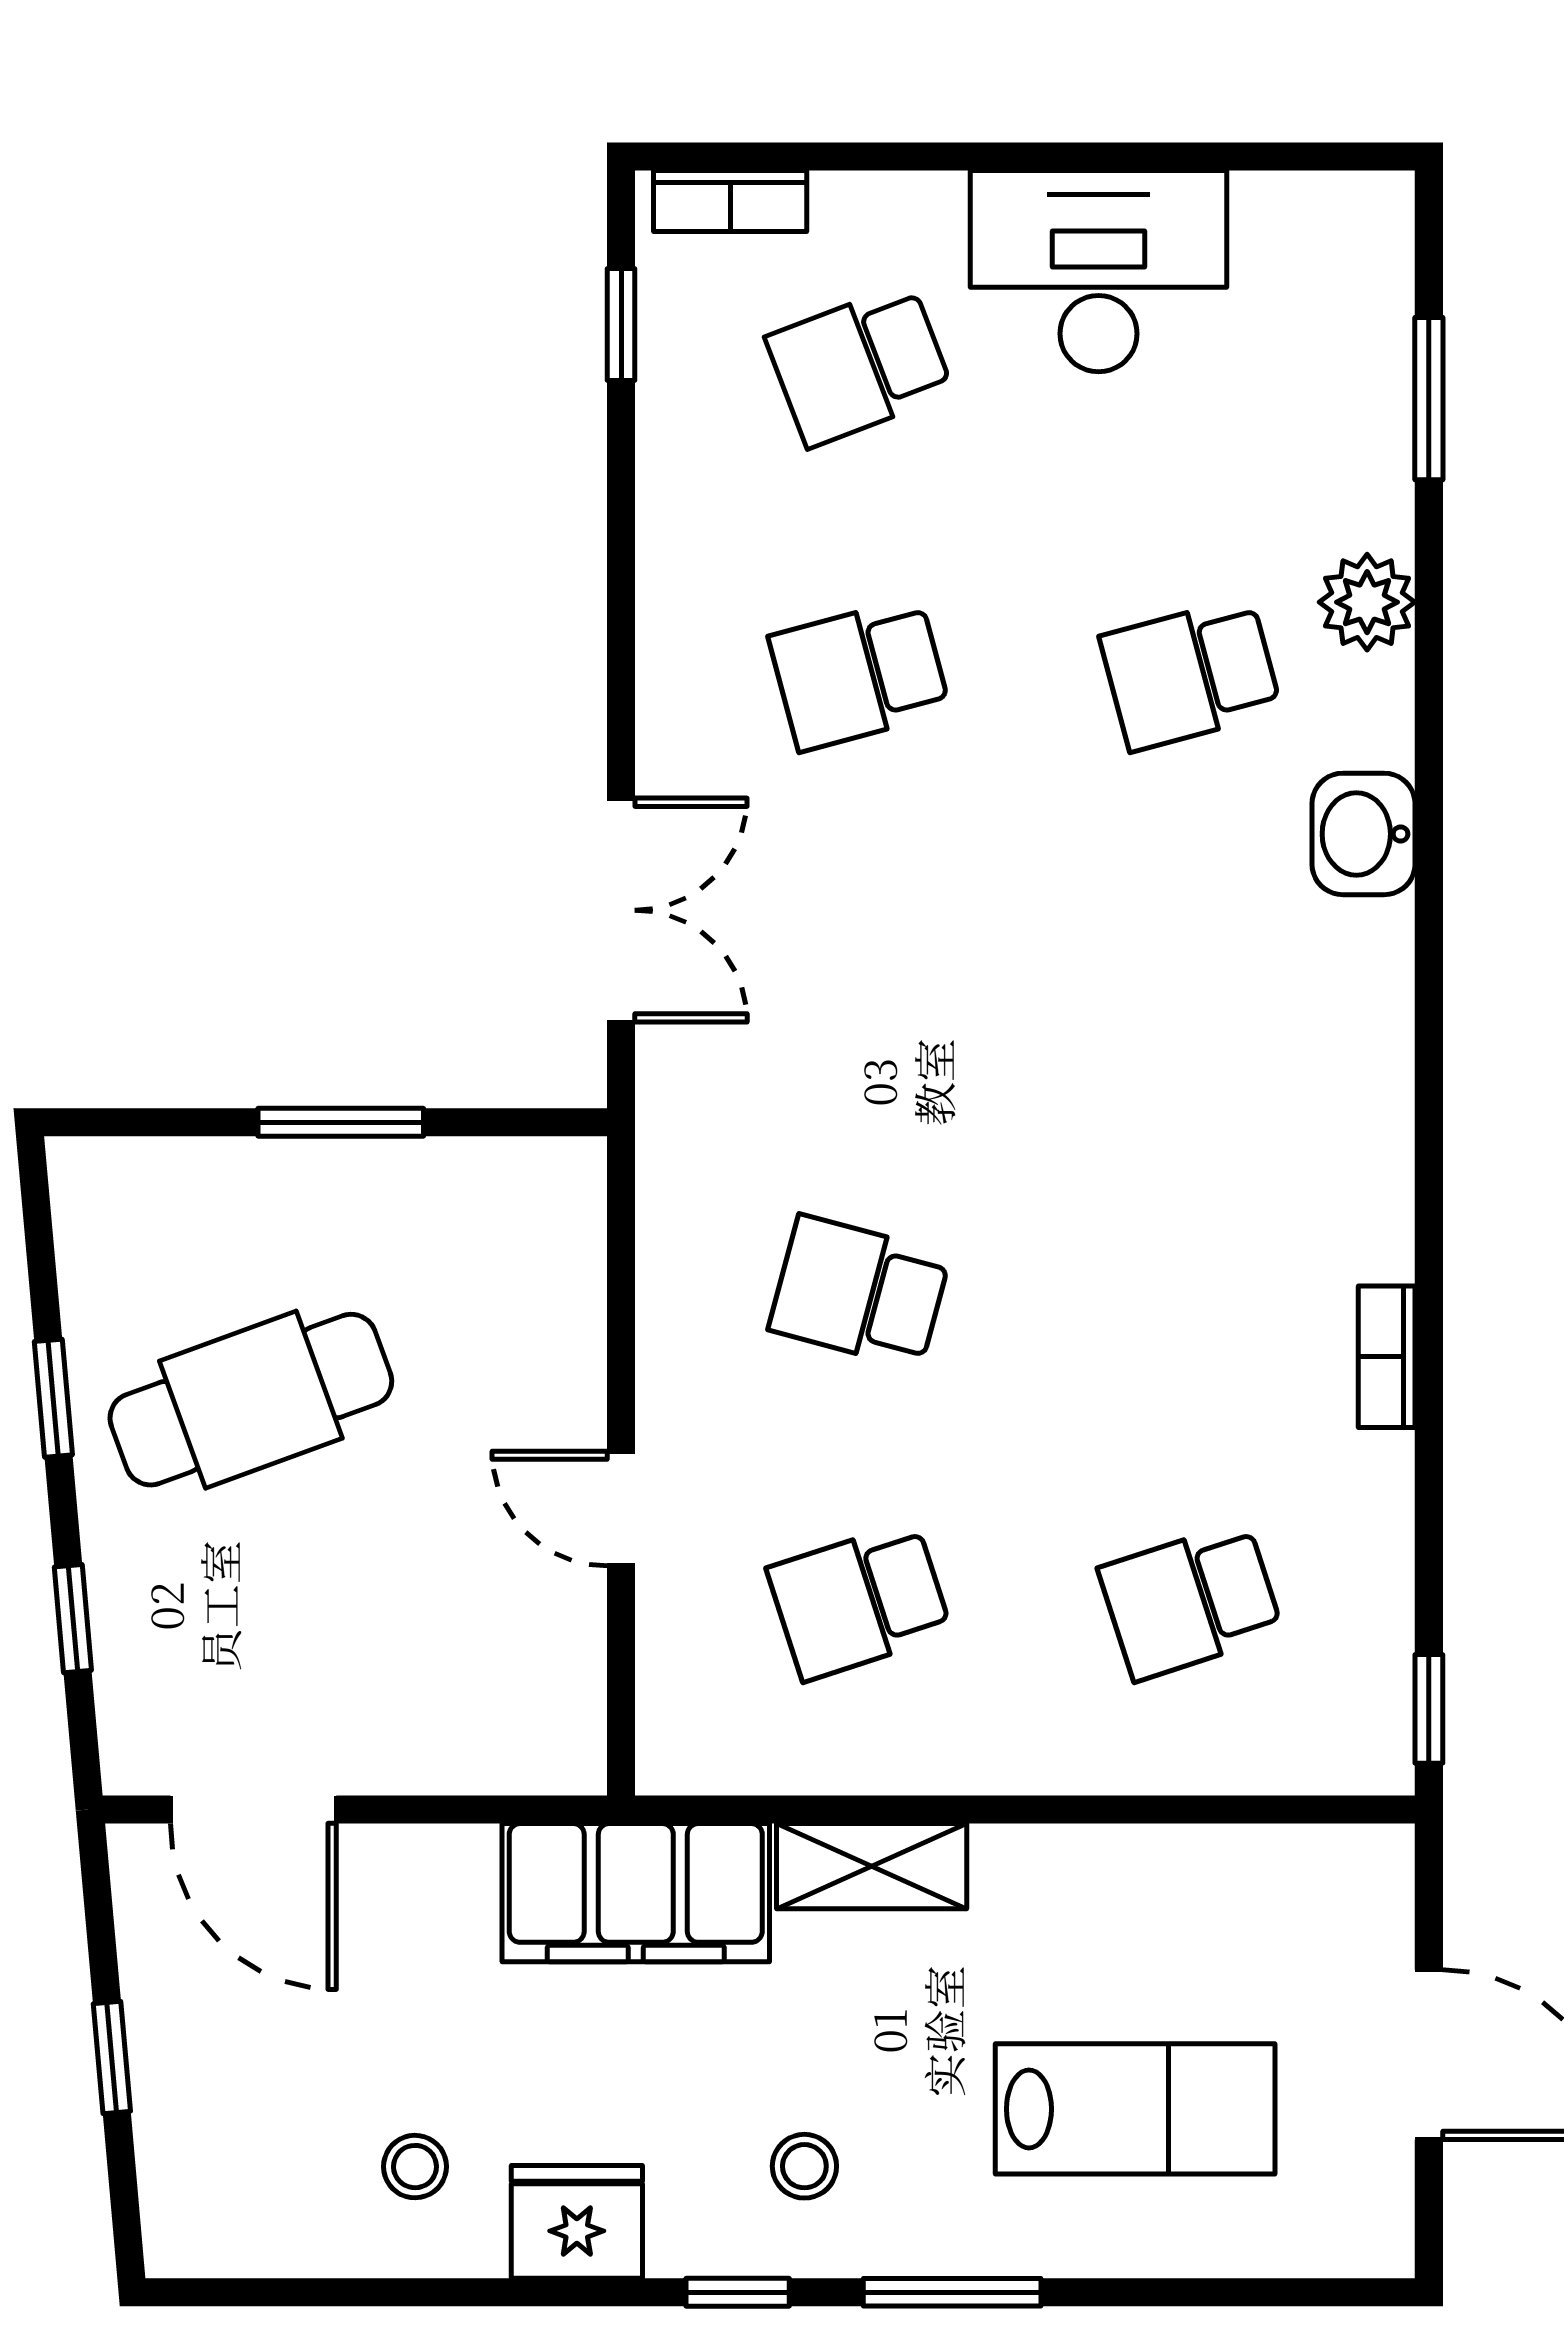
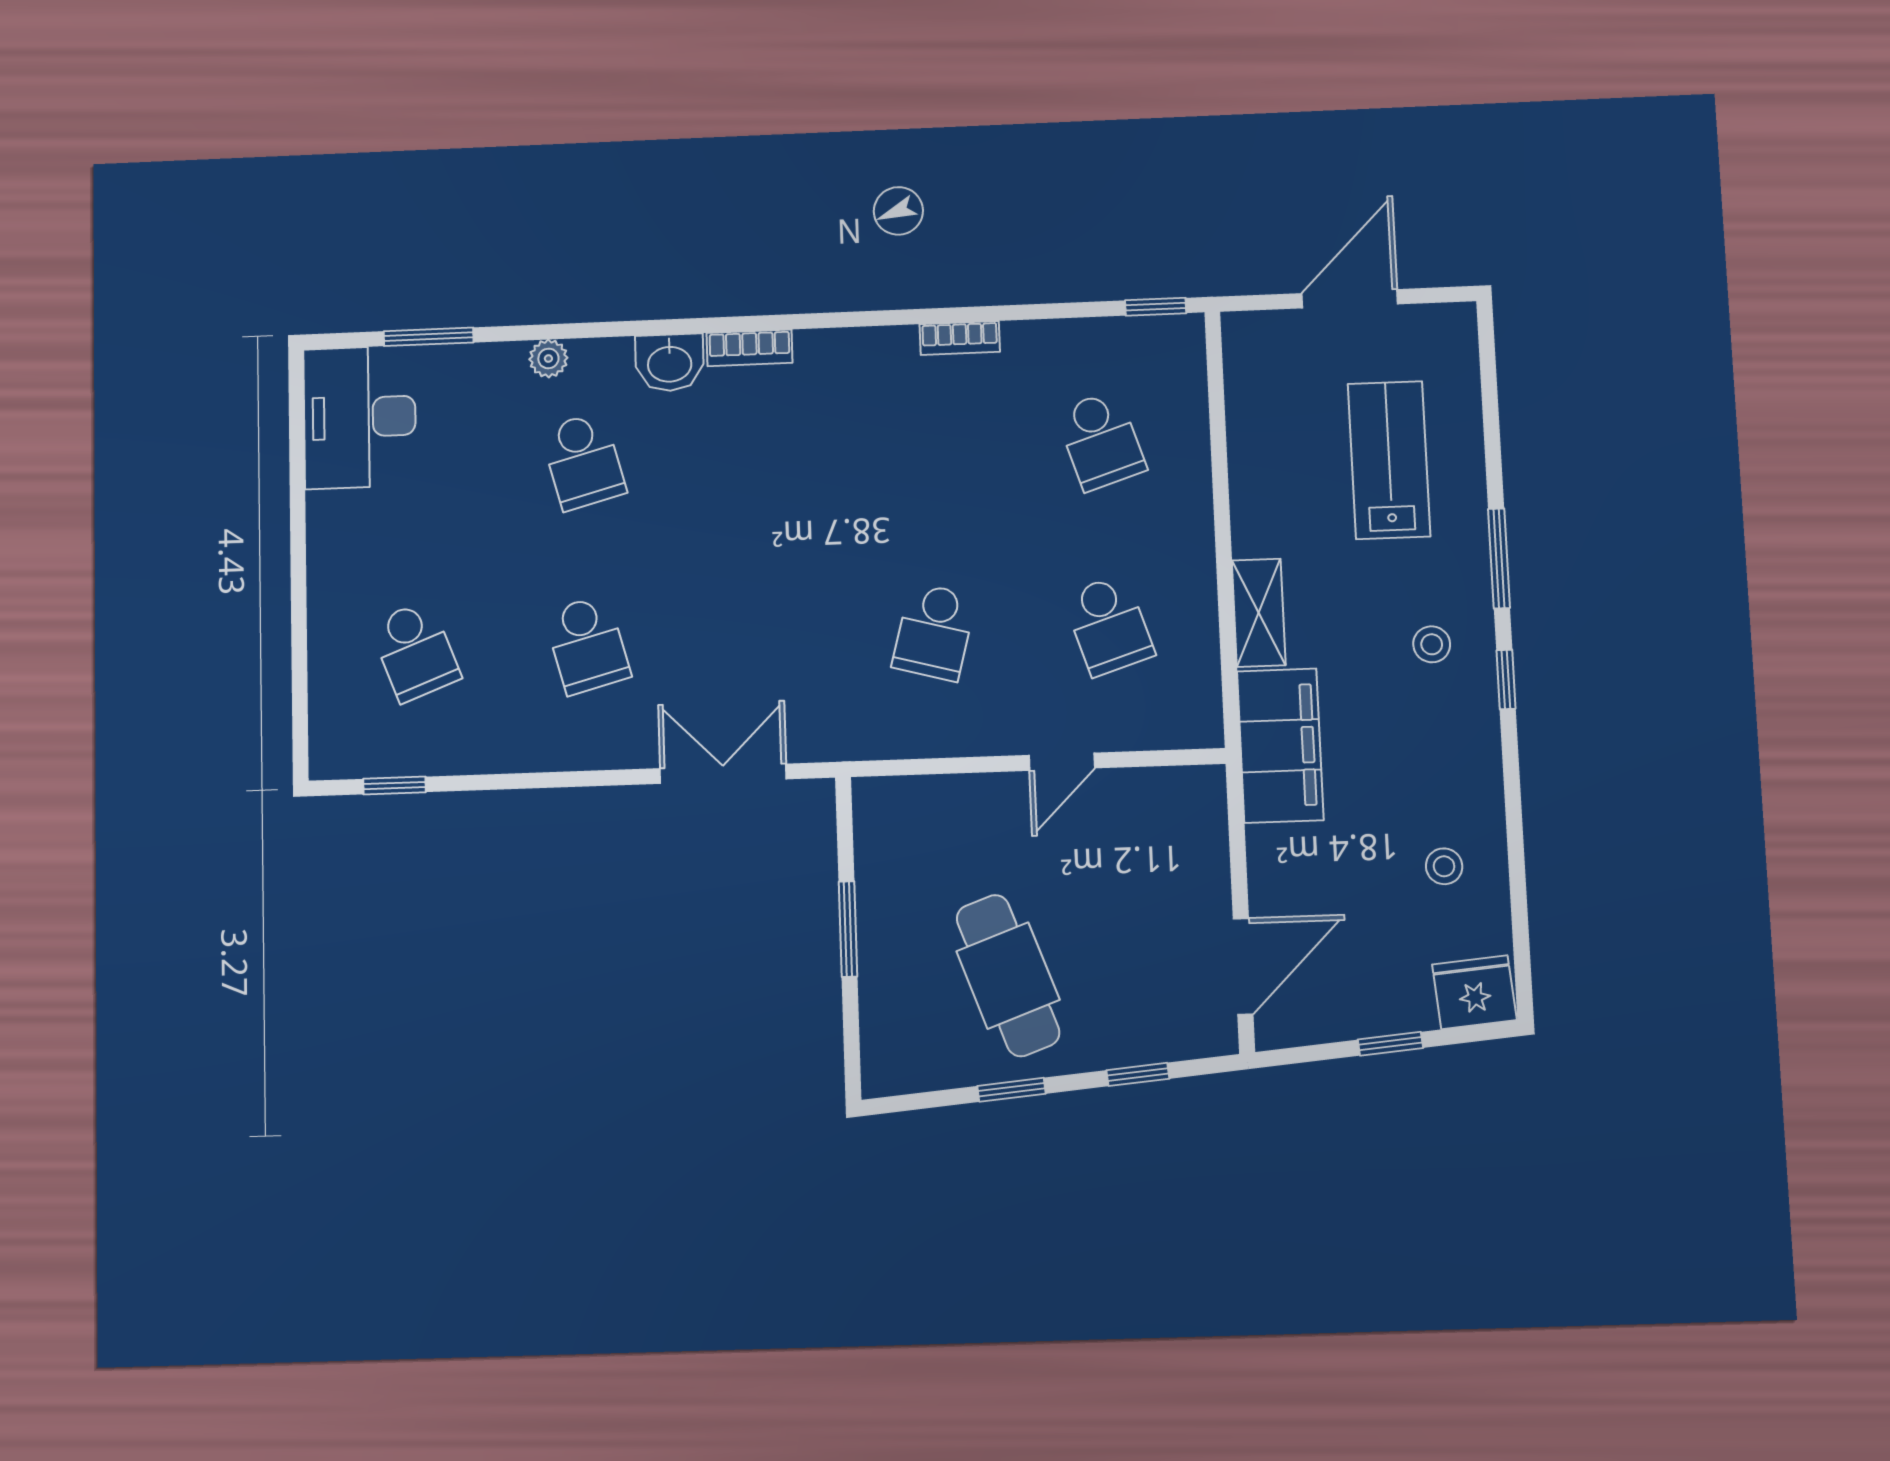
bookcase: (730, 201) -> (750, 348), moved, turned 90
desk: (1099, 271) -> (360, 417), moved
plant: (1367, 602) -> (548, 358), width x0.73, depth x0.73
fridge: (577, 2222) -> (1474, 992), moved, turned 85

